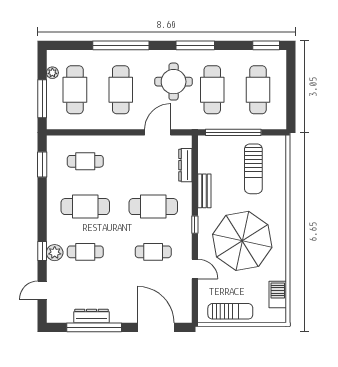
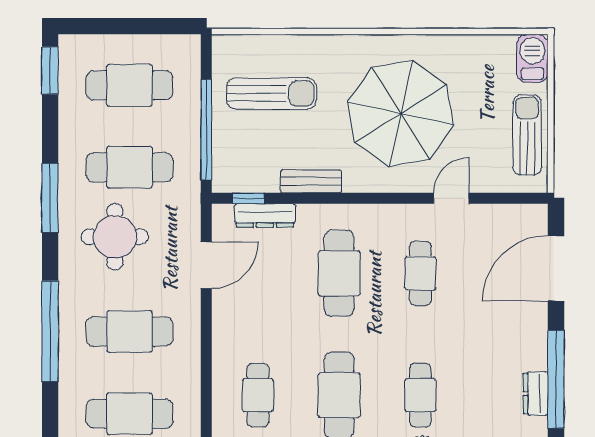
door: (158, 132) -> (206, 265), swing flipped
window: (195, 225) -> (248, 198), moved
barbecue: (278, 294) -> (532, 58), moved, turned 90
dresser: (92, 316) -> (536, 394), width x0.70

